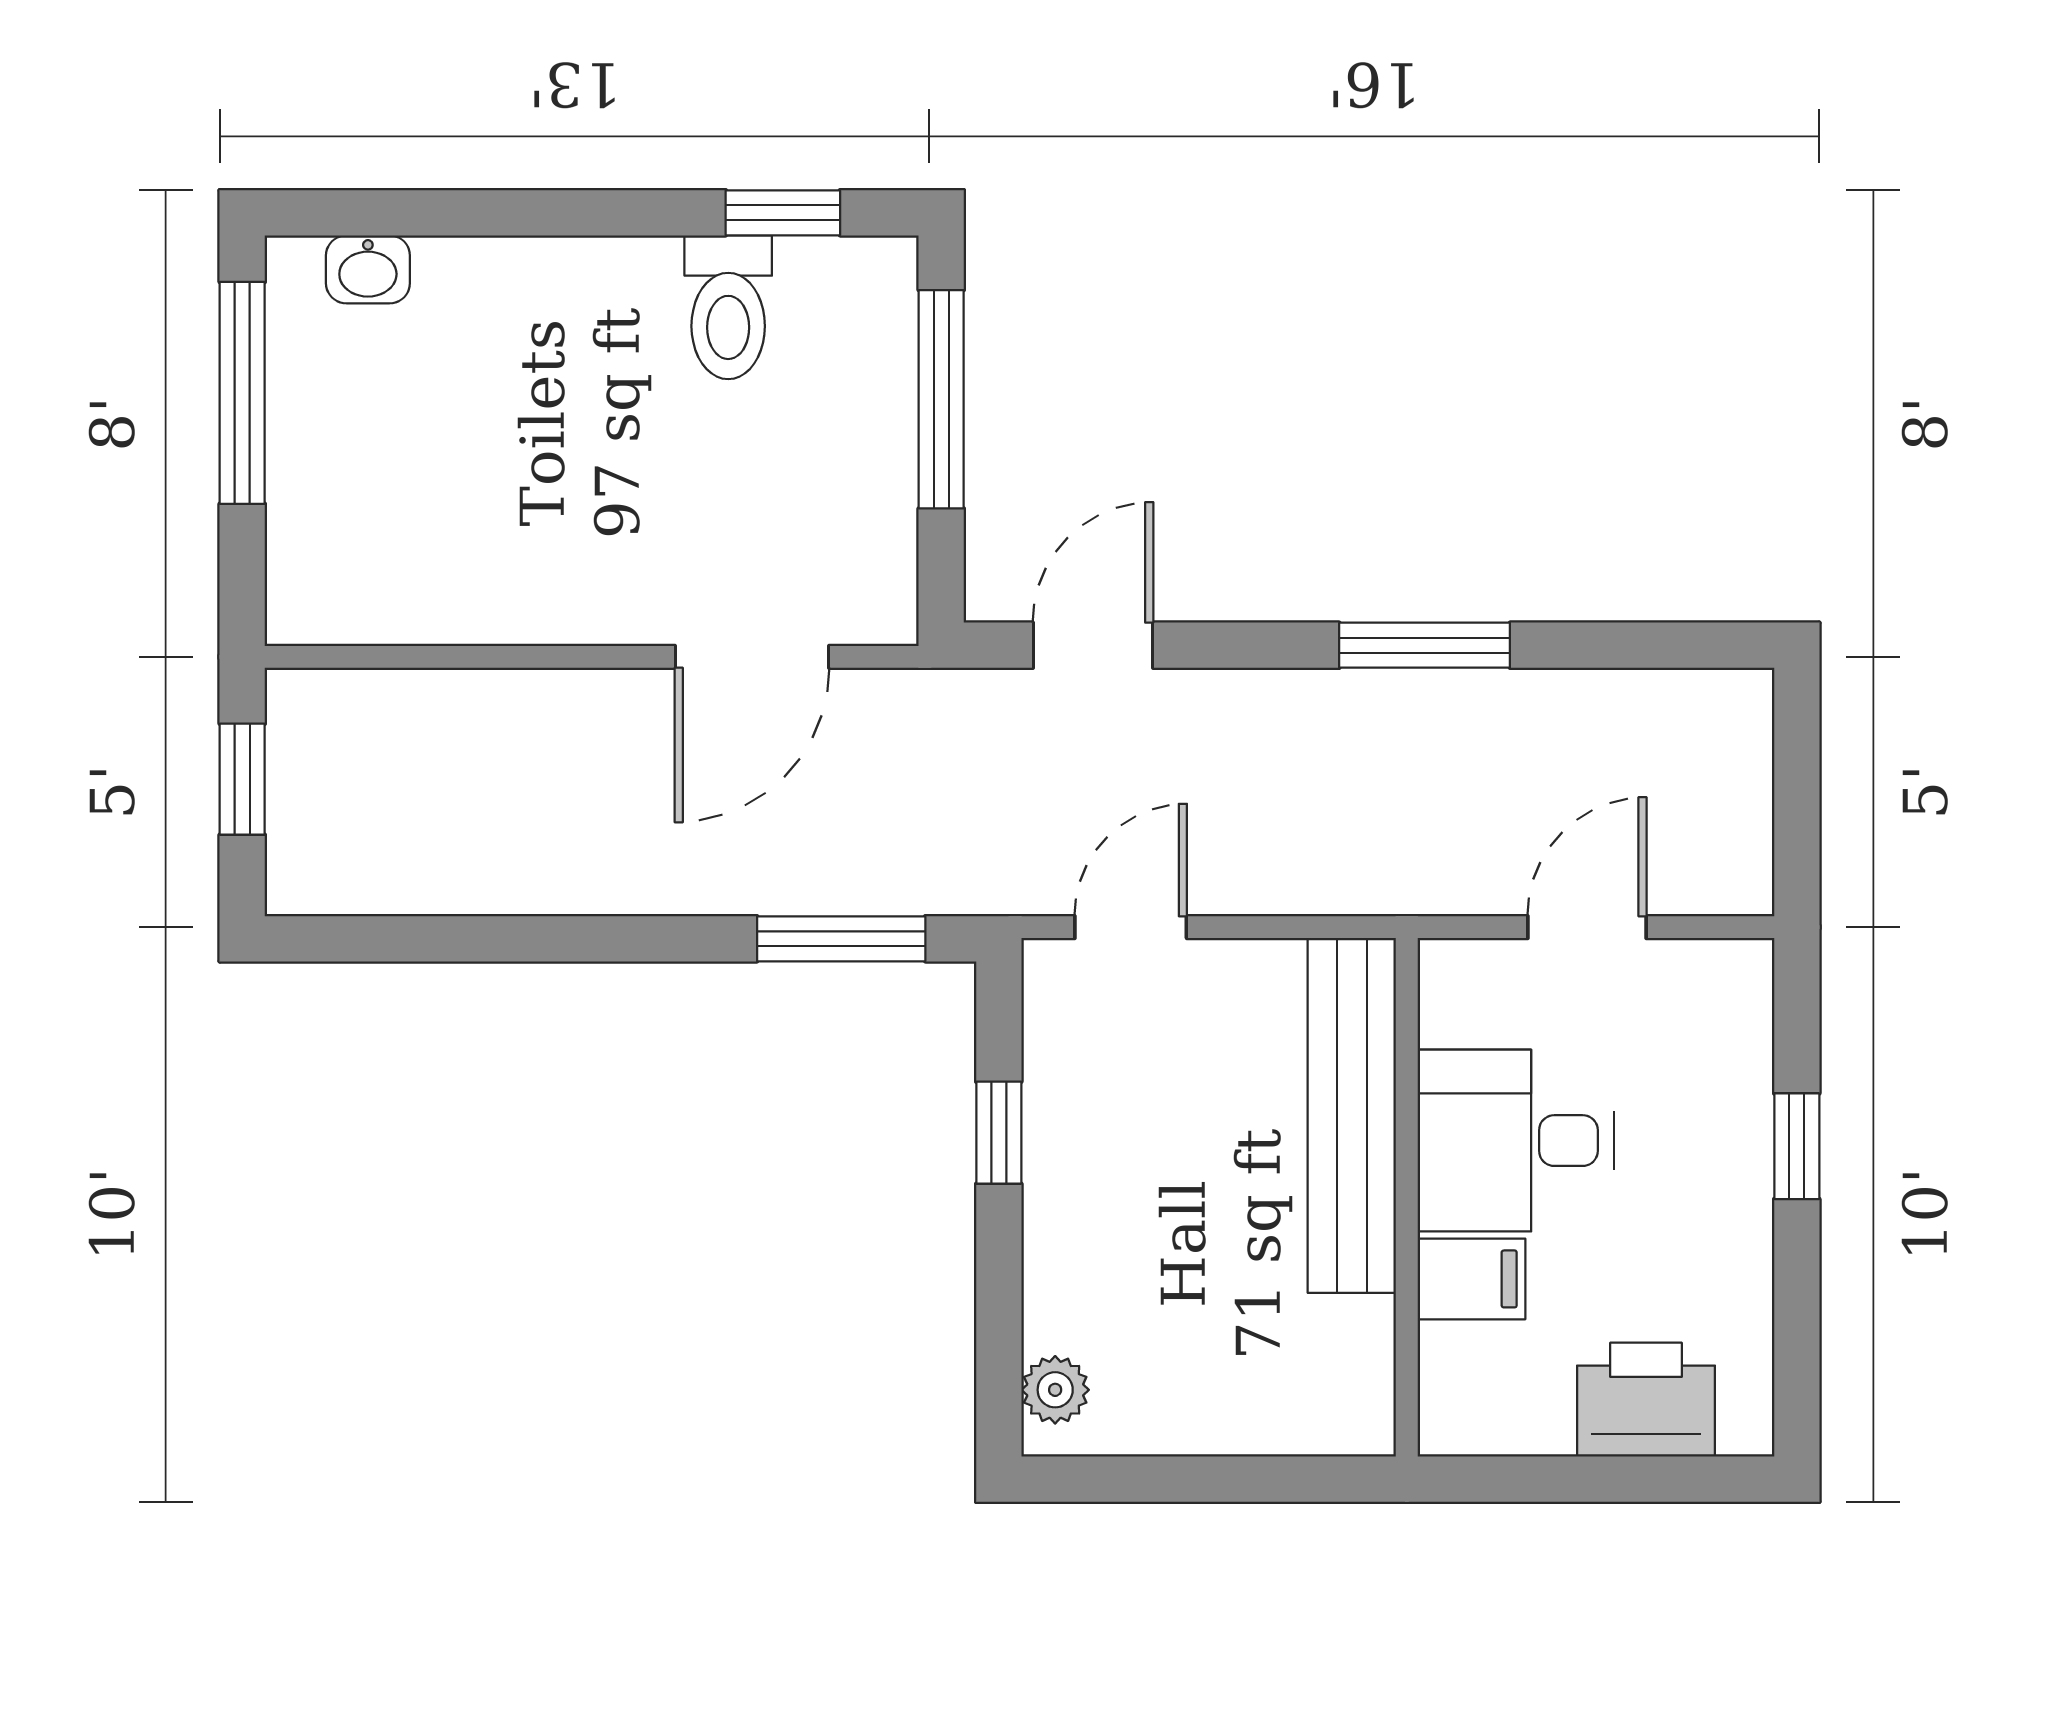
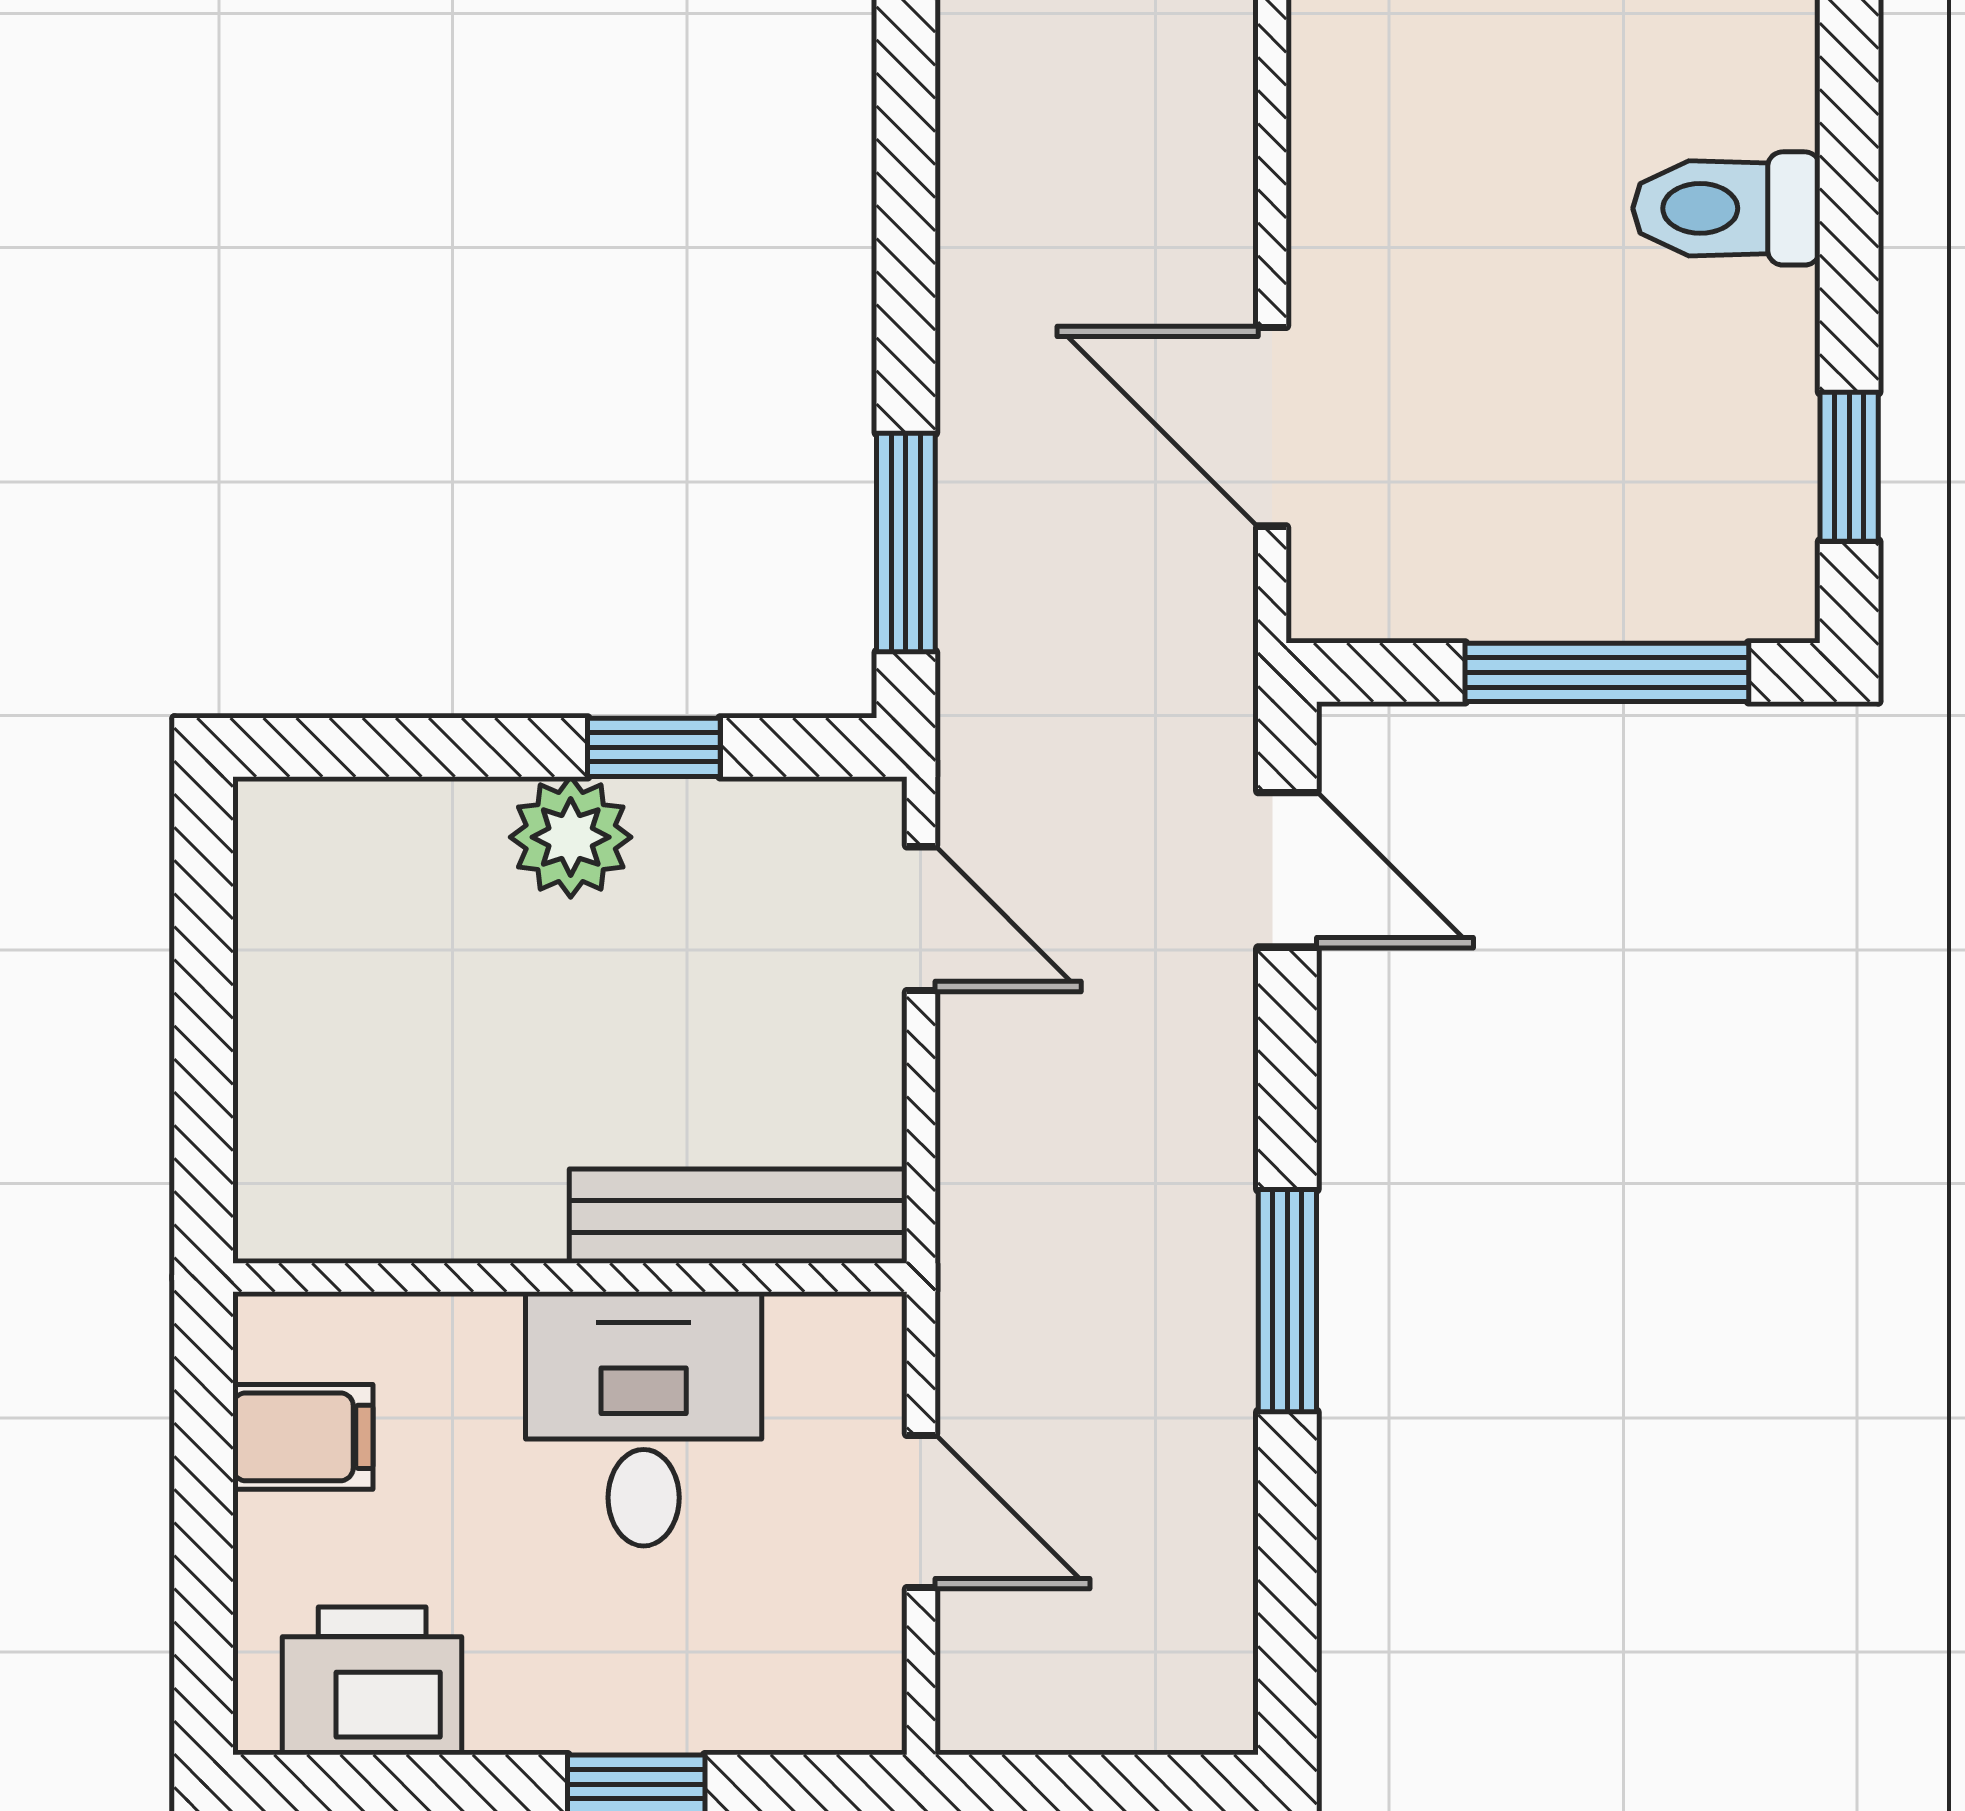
toilet: (728, 307) -> (1726, 208), moved
bench: (1352, 1115) -> (738, 1216), width x0.73, depth x0.82
filing cabinet: (1471, 1279) -> (303, 1437), moved, turned -90
plant: (1055, 1390) -> (571, 837), moved, width x1.38, depth x1.38
printer: (1646, 1400) -> (372, 1681), moved, turned -90

